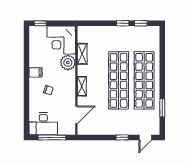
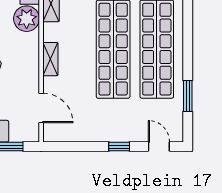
door: (76, 115) -> (41, 108), hinge flipped
door: (145, 137) -> (159, 147), swing flipped

